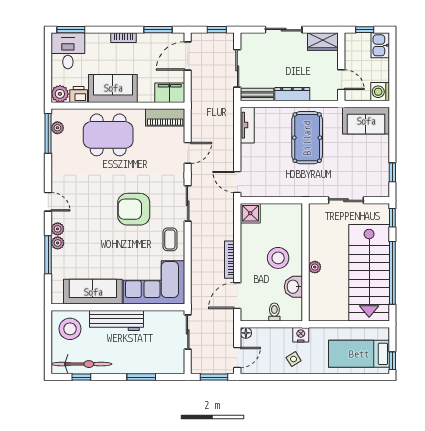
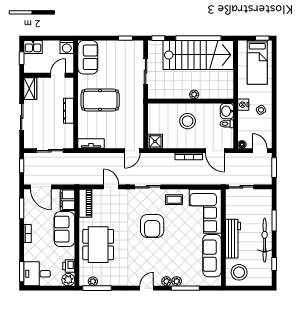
sofa: (113, 88) -> (64, 229), moved
bench: (257, 95) -> (69, 136), removed
washbasin: (293, 287) -> (227, 111), moved, turned 90
bicycle: (82, 364) -> (265, 240), moved

